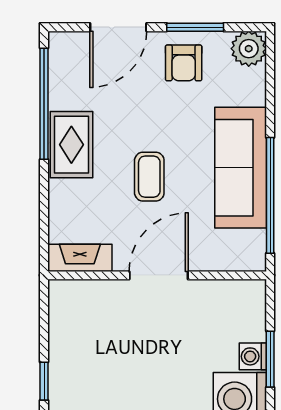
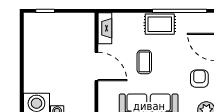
armchair: (184, 63) -> (199, 79), turned 90
coffee table: (149, 177) -> (144, 62), turned 90

